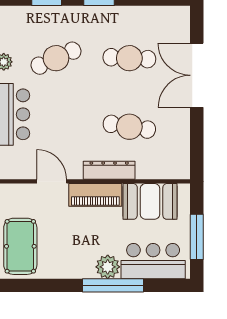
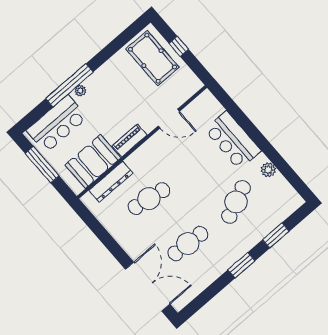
double door: (197, 75) -> (148, 287), moved
dresser: (109, 170) -> (111, 182), moved
piano: (95, 195) -> (130, 140), width x0.73, depth x0.75
plant: (108, 267) -> (80, 91), width x0.53, depth x0.53

